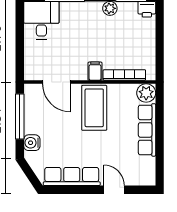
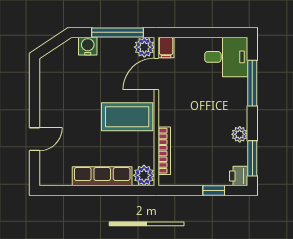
window: (160, 31) -> (214, 191), added
filing cabinet: (95, 71) -> (166, 47), moved, turned 90
plant: (33, 93) -> (144, 47), added
row of seats: (72, 177) -> (50, 91), removed

